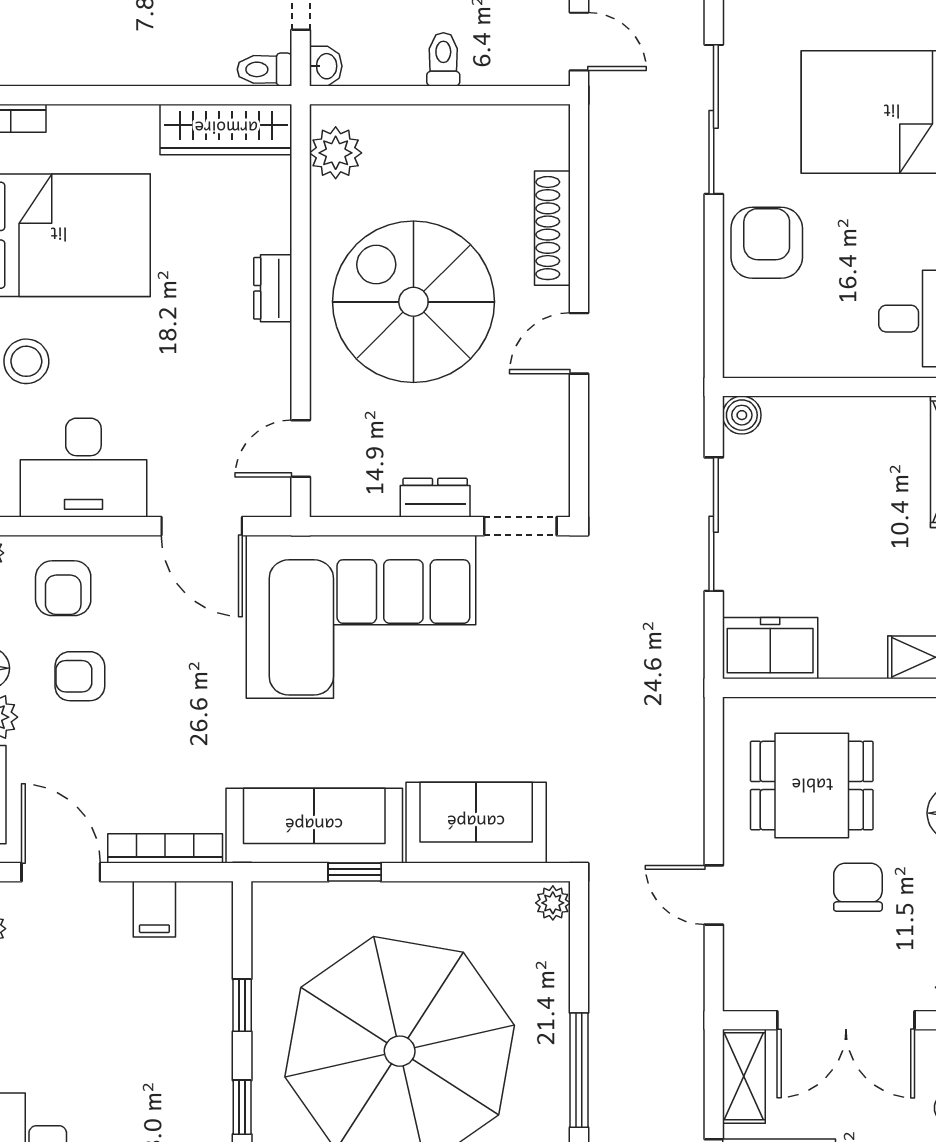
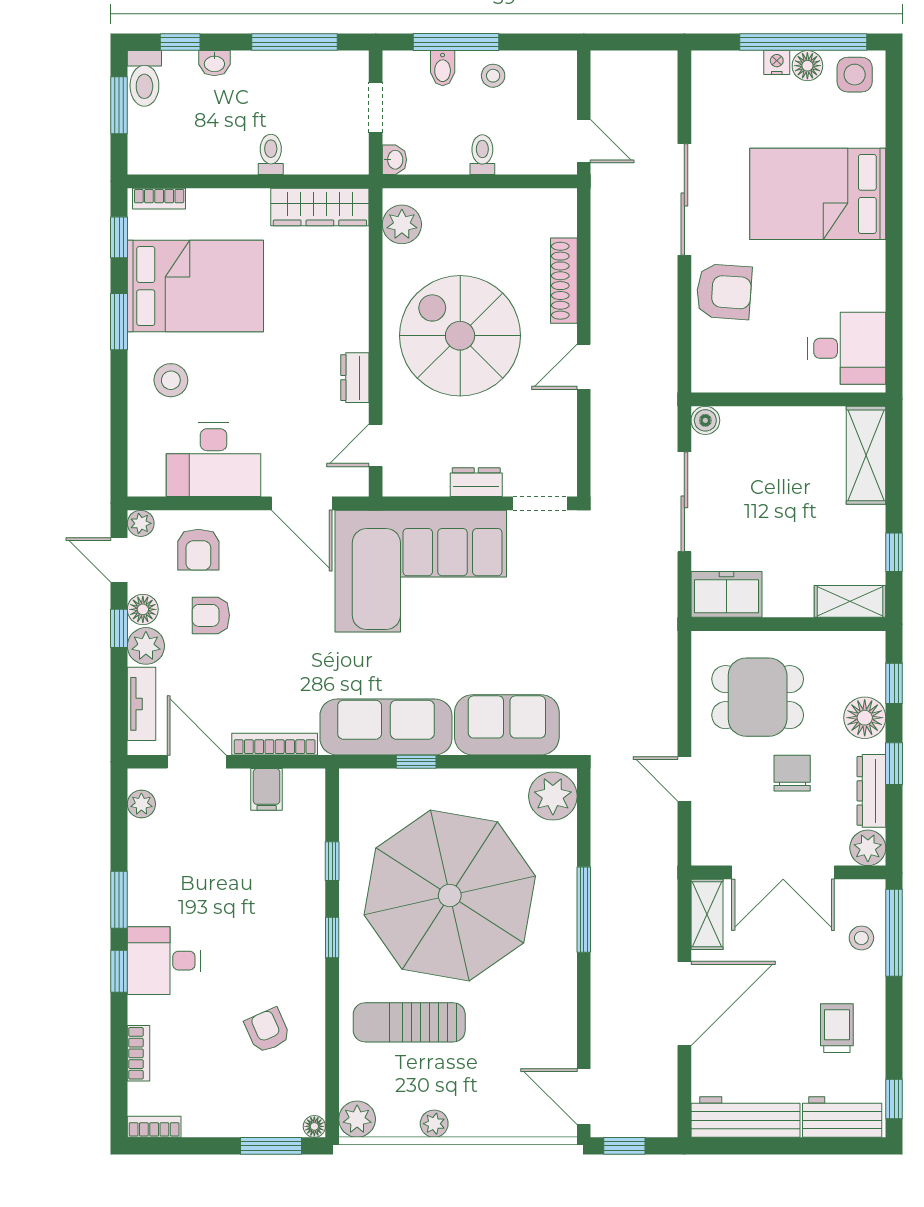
toilet: (264, 69) -> (271, 154), moved, turned 90
armchair: (767, 243) -> (724, 292), turned 94
dresser: (273, 288) -> (355, 378), moved
plant: (553, 903) -> (553, 796), width x1.88, depth x1.88

